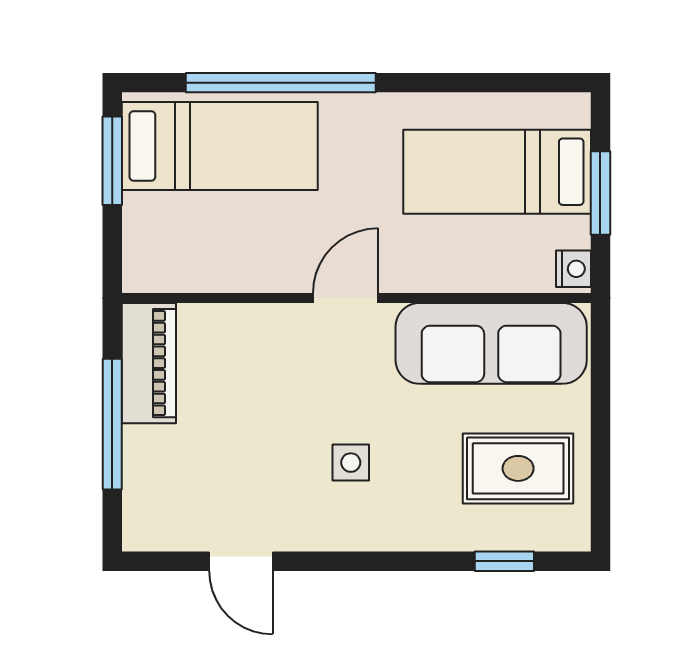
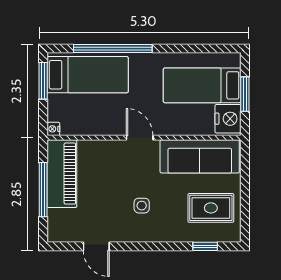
nightstand: (573, 269) -> (228, 119), width x1.89, depth x1.79
nightstand: (137, 277) -> (53, 129), added
door: (346, 298) -> (140, 138), hinge flipped
piano: (149, 363) -> (62, 174), width x1.37, depth x1.33

